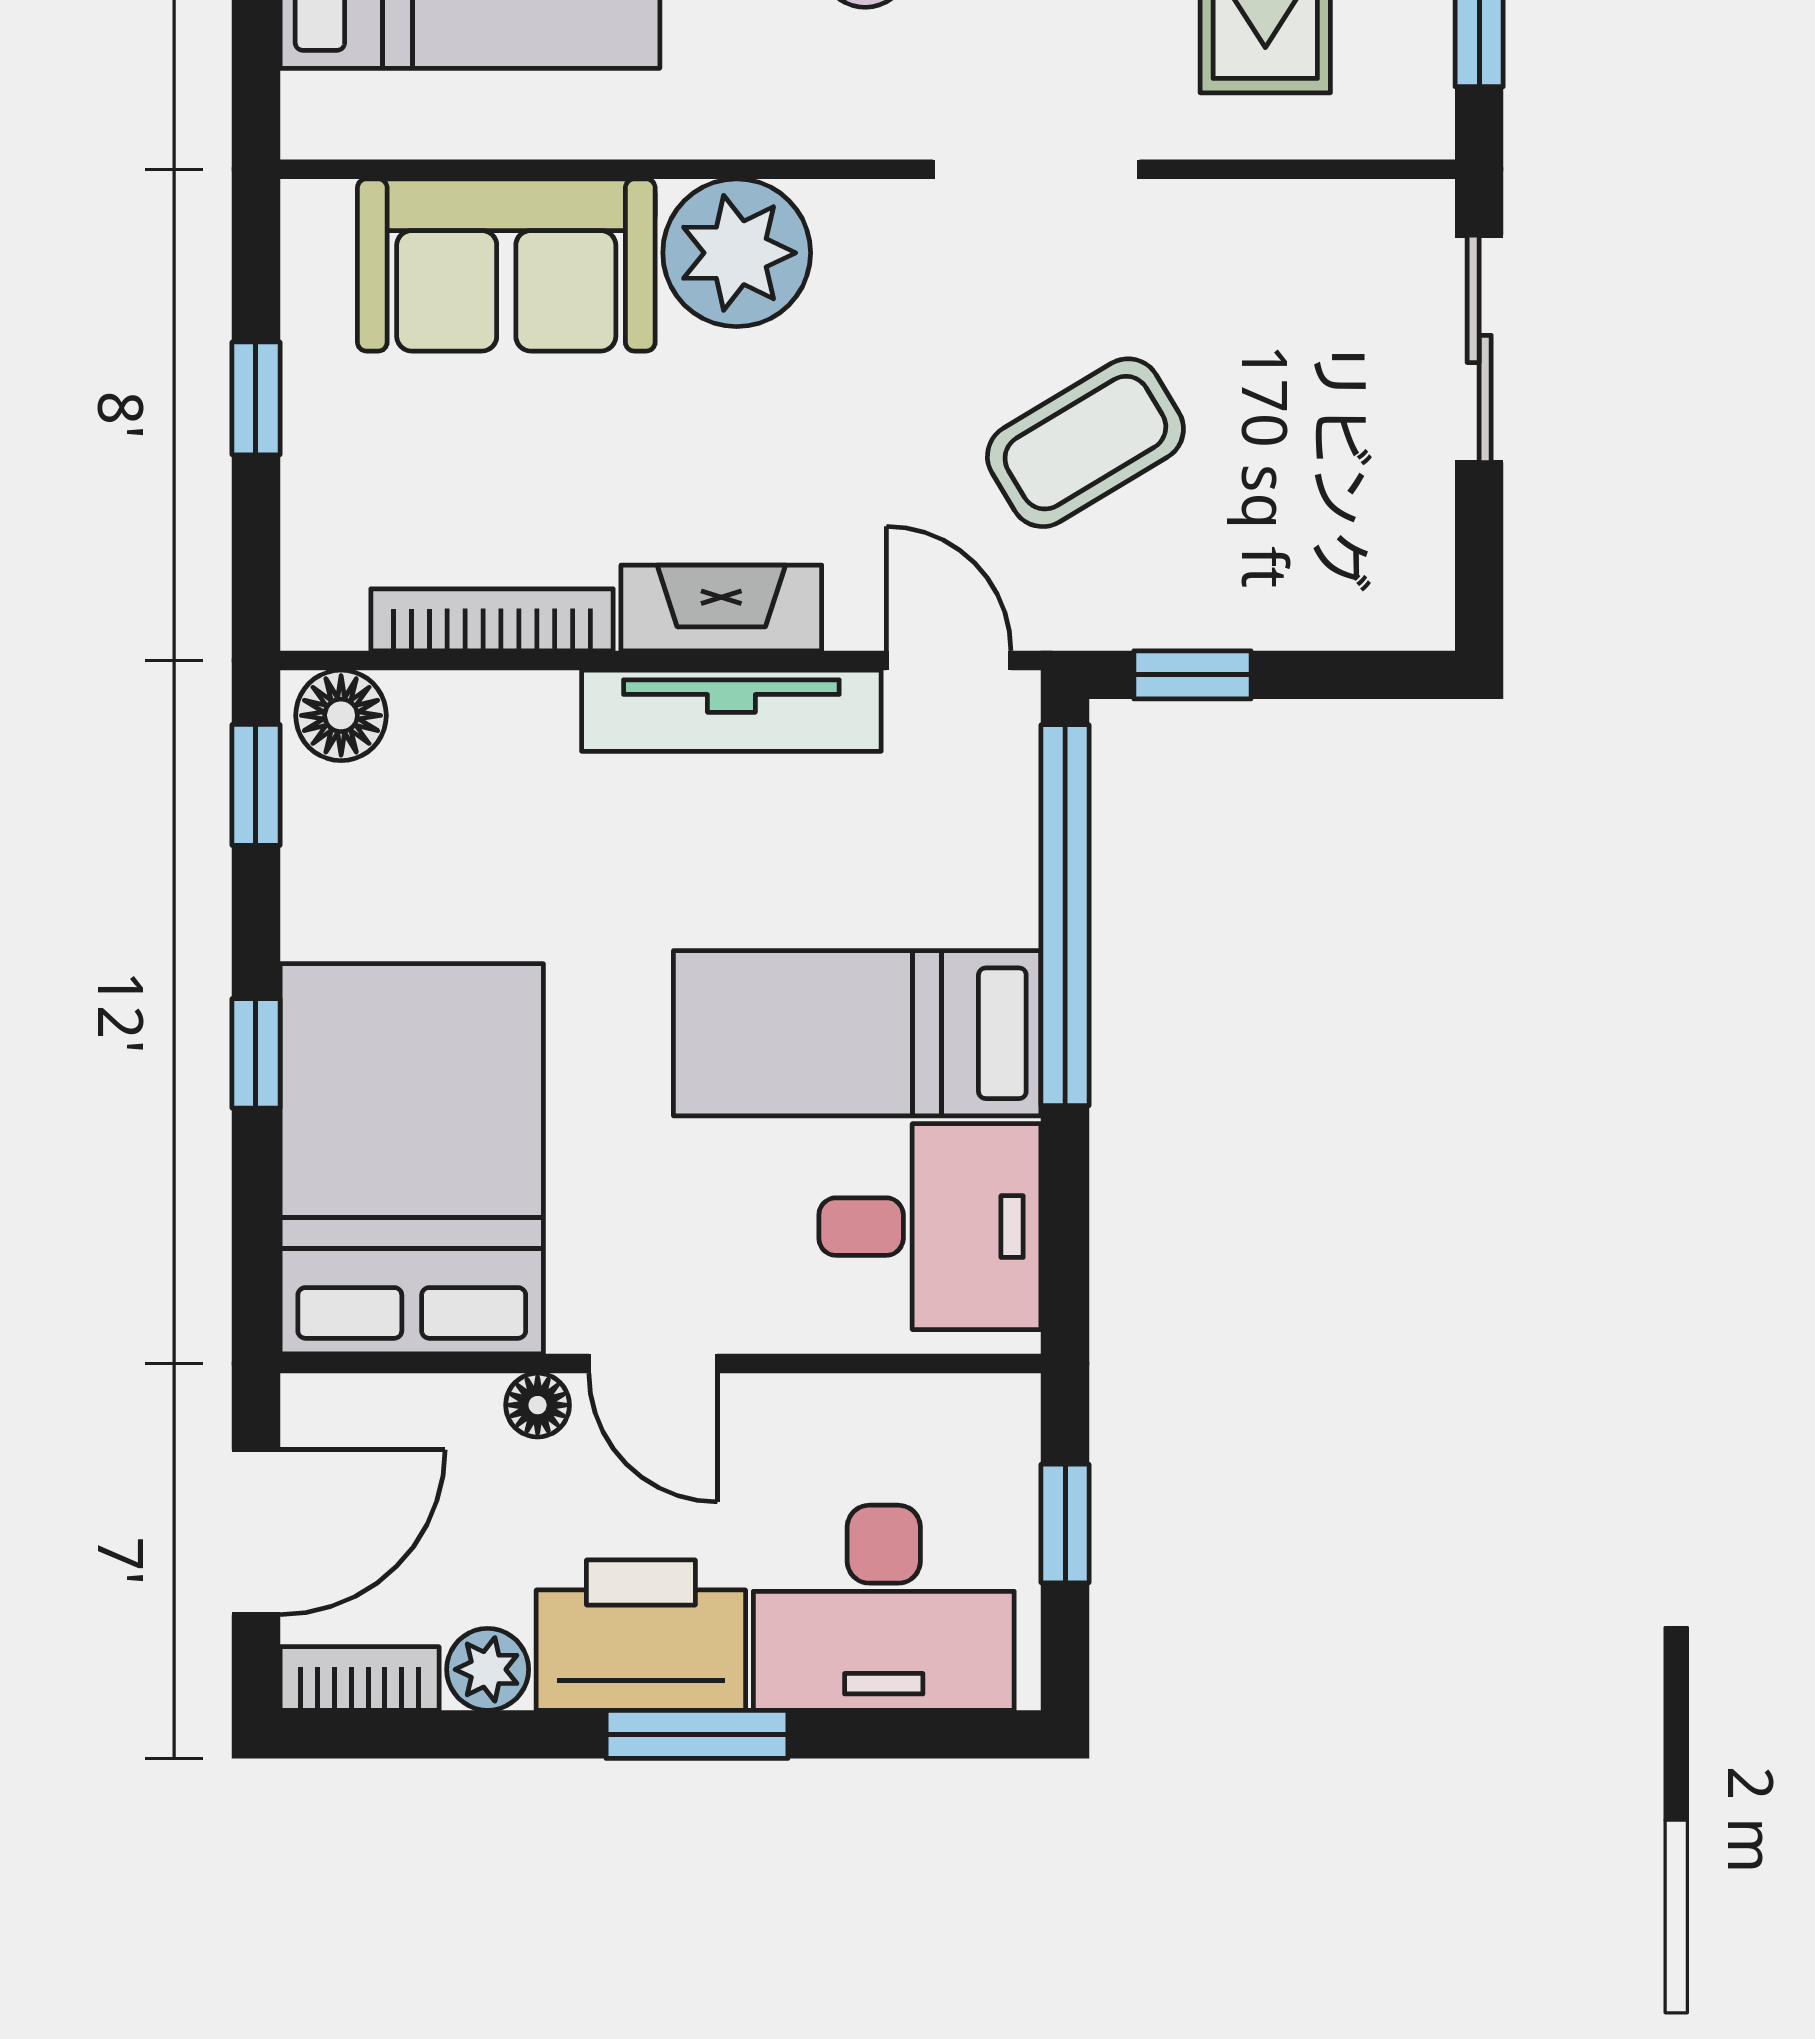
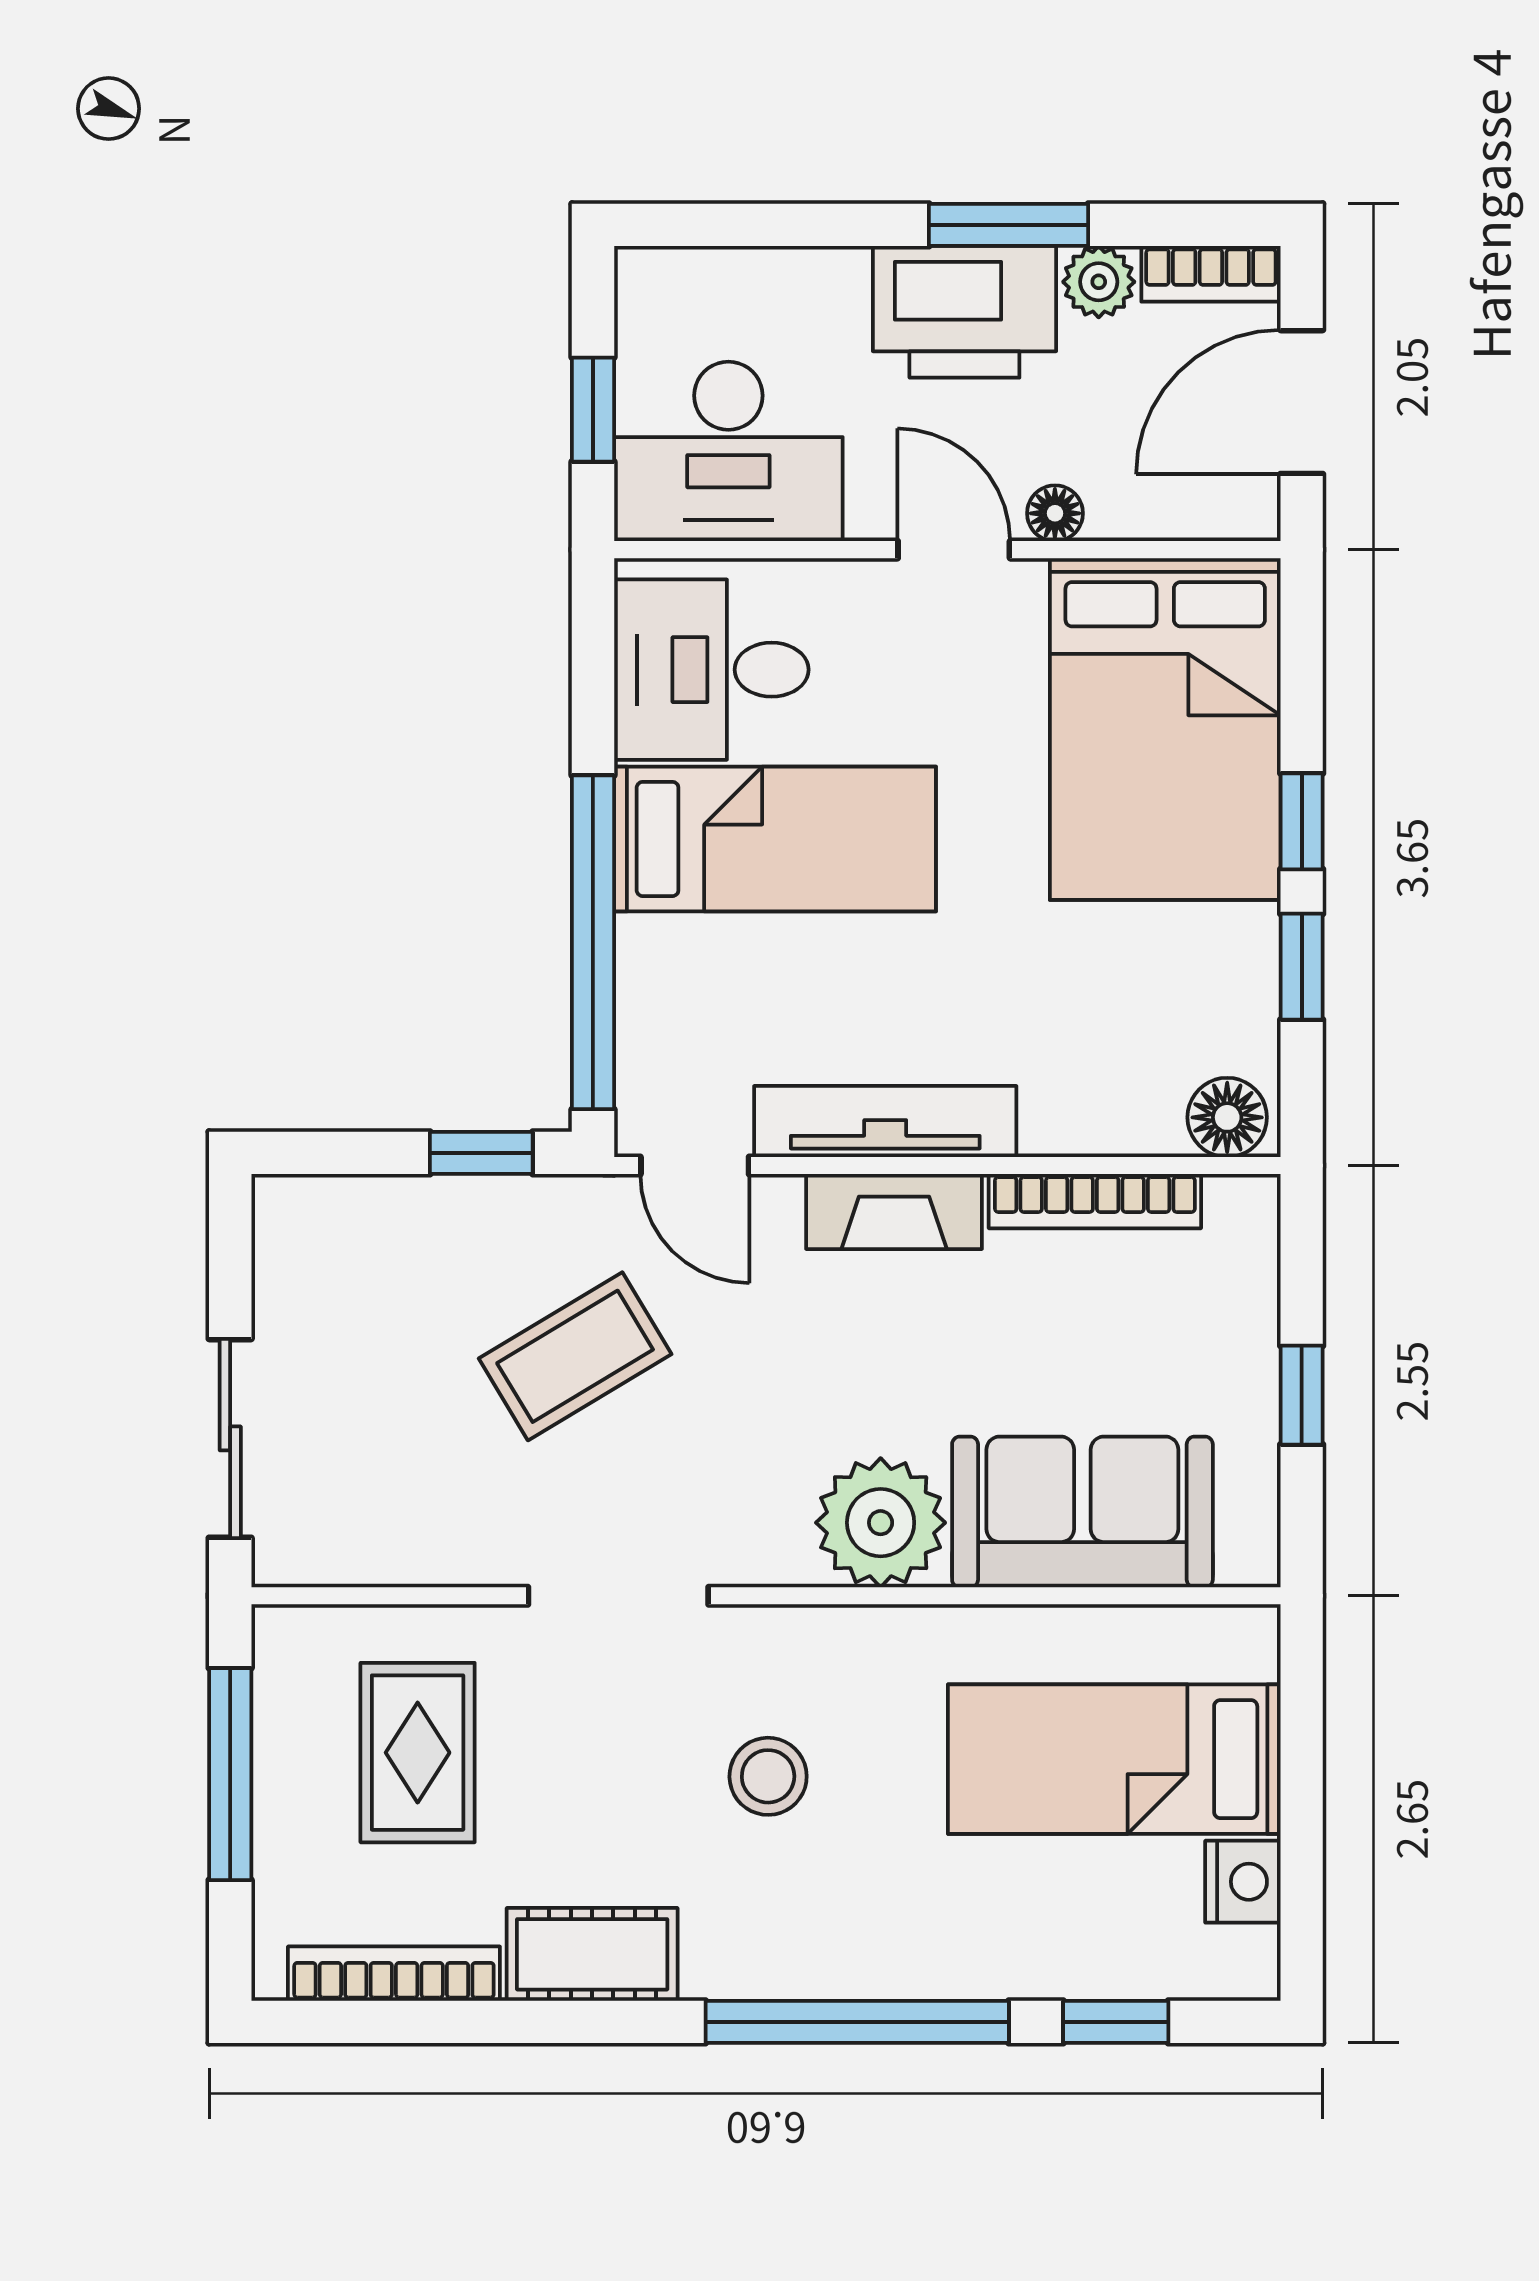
window: (256, 785) -> (1302, 967), moved
desk: (884, 1608) -> (728, 451), moved, turned 180
window: (697, 1734) -> (1009, 225), moved

